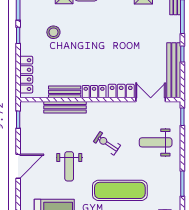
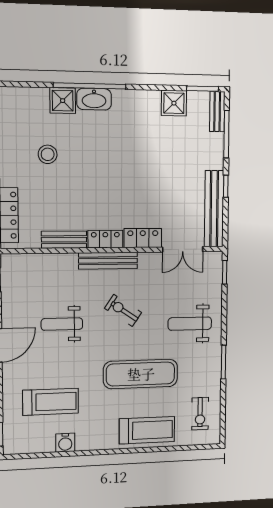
double door: (151, 100) -> (183, 249), swing flipped
bench: (65, 107) -> (108, 261), moved
weight bench: (156, 142) -> (190, 324), moved
weight bench: (69, 166) -> (62, 324), moved, turned 90

